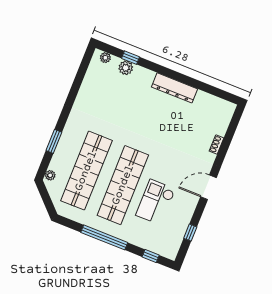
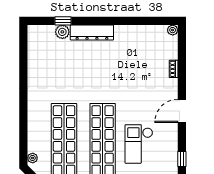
plant: (105, 58) -> (173, 30), moved
dresser: (175, 88) -> (92, 32), moved
window: (54, 141) -> (23, 126), removed

